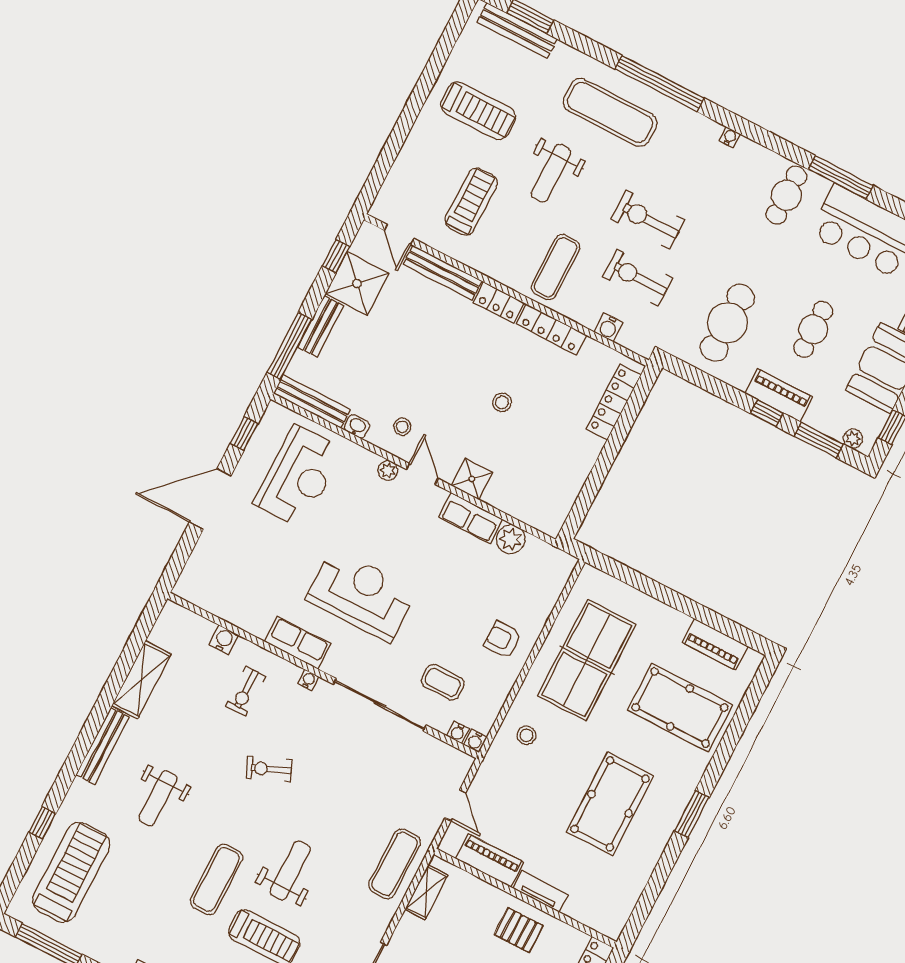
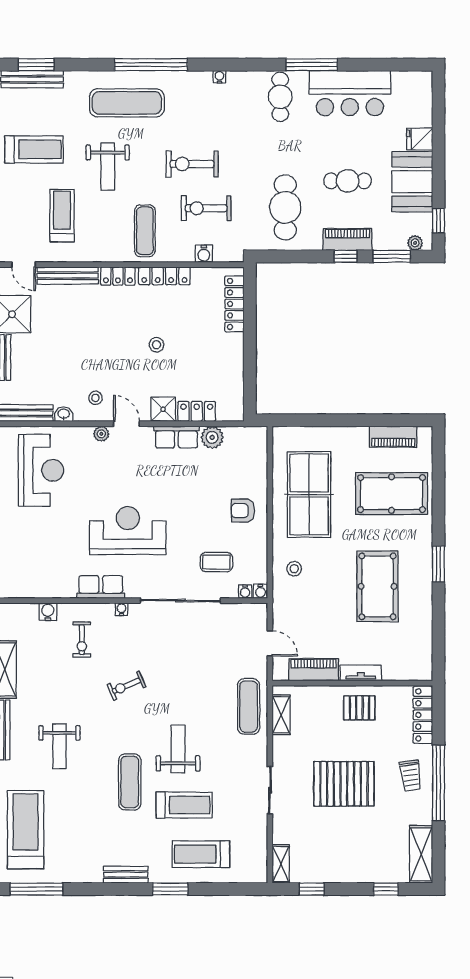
cafe table: (813, 329) -> (348, 181), turned 90
locker: (509, 501) -> (197, 411), added

